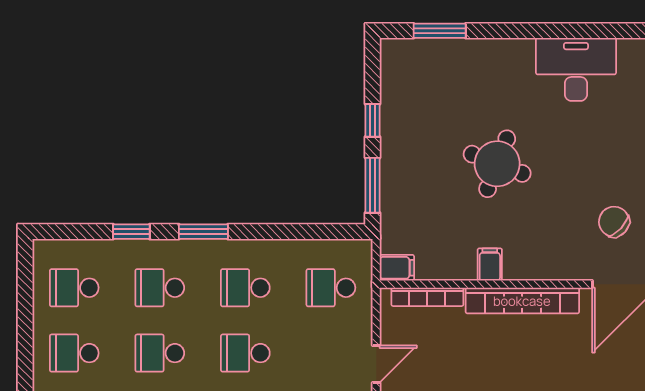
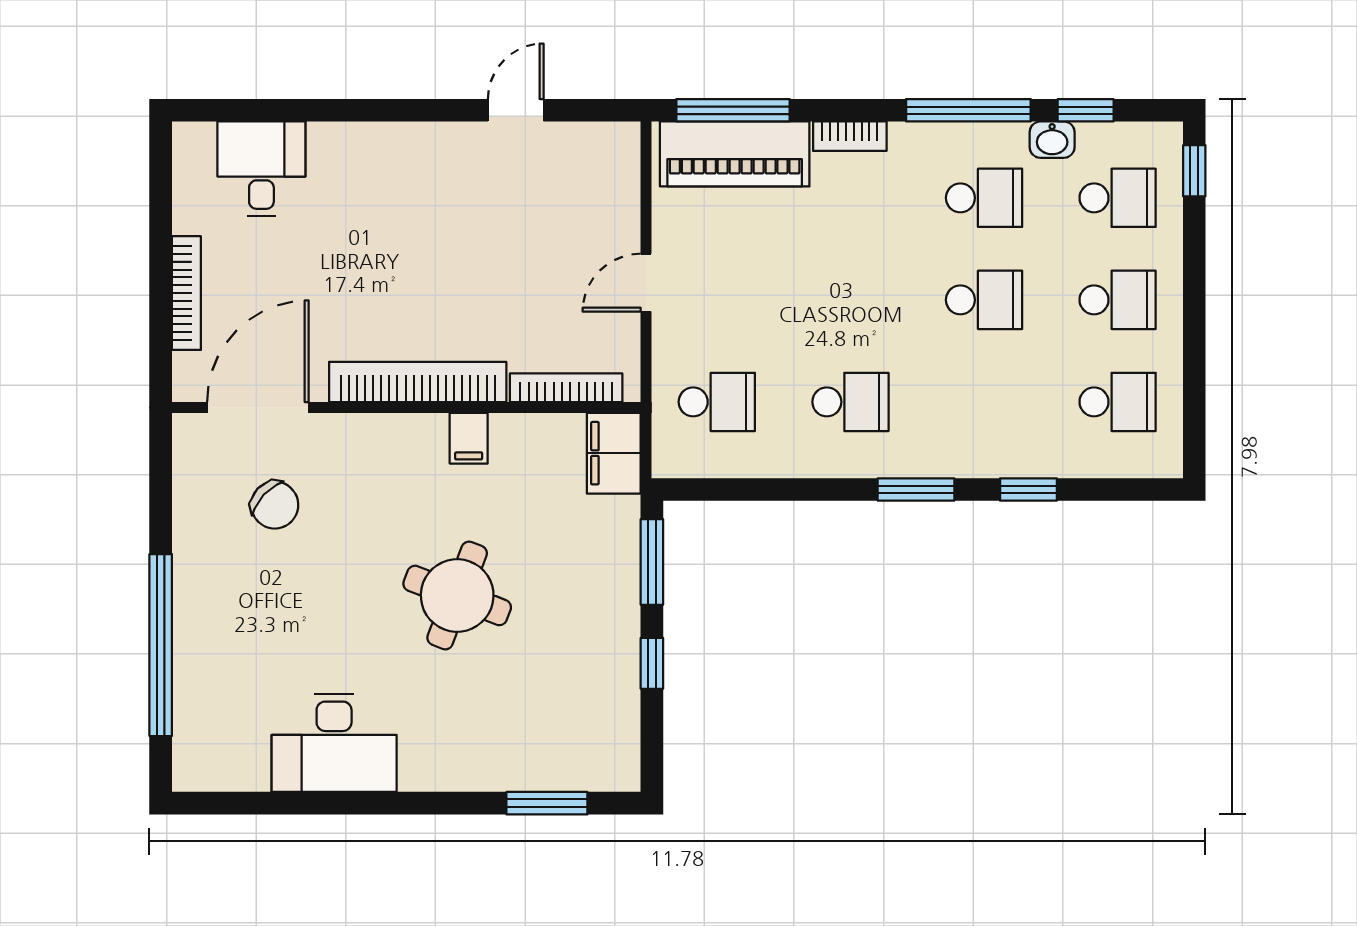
filing cabinet: (397, 268) -> (614, 453), width x2.00
school desk: (160, 288) -> (984, 402), removed
school desk: (245, 353) -> (850, 300), removed

